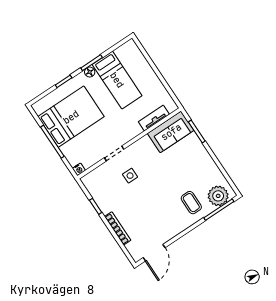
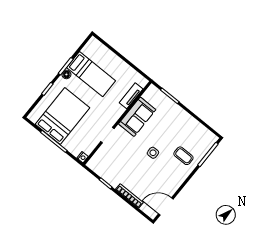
sofa: (171, 132) -> (137, 117), moved
side table: (130, 176) -> (153, 153), moved
plant: (218, 196) -> (204, 143), removed
door: (154, 253) -> (166, 207), swing flipped

